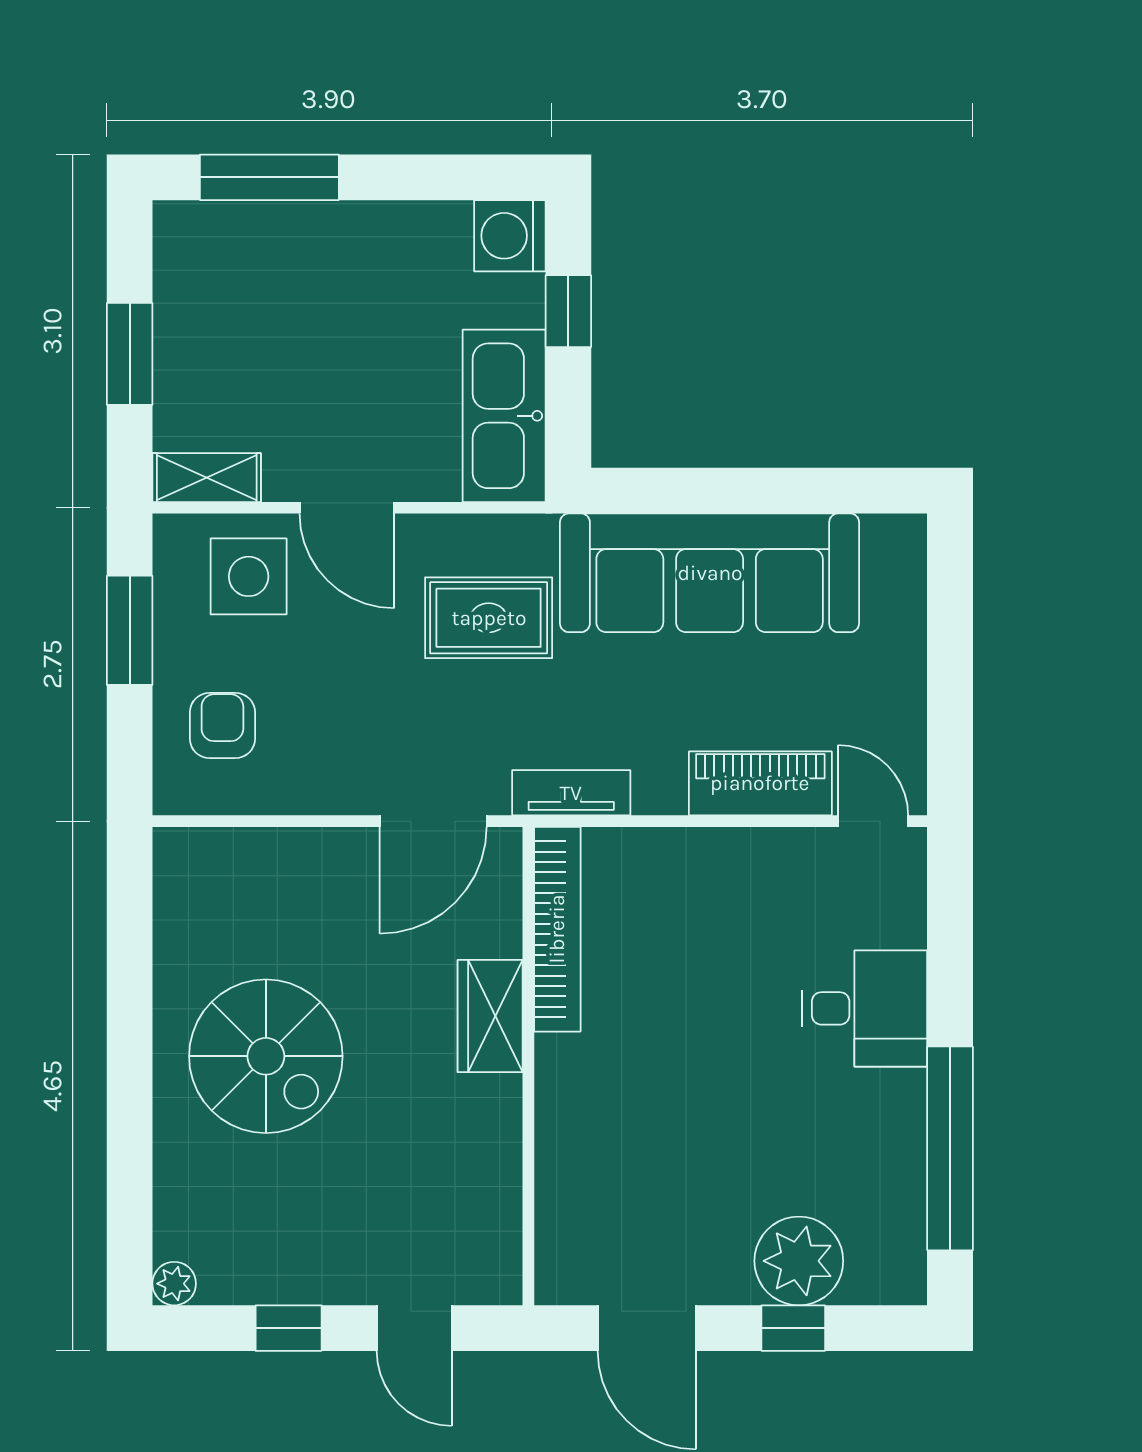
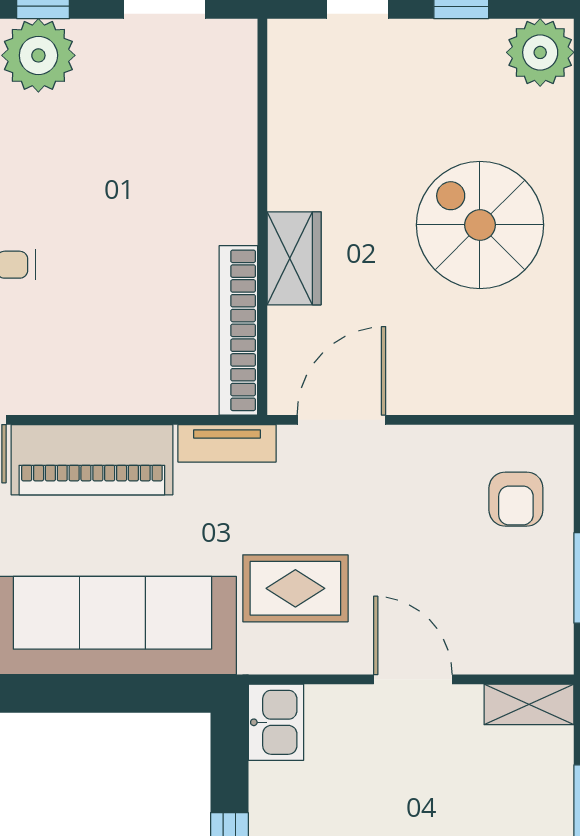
kitchen sink: (504, 416) -> (276, 722), width x0.53, depth x0.81
side table: (249, 576) -> (494, 623), removed
piano: (760, 783) -> (92, 460), width x1.37, depth x1.33
plant: (174, 1284) -> (540, 52), width x1.88, depth x1.88

